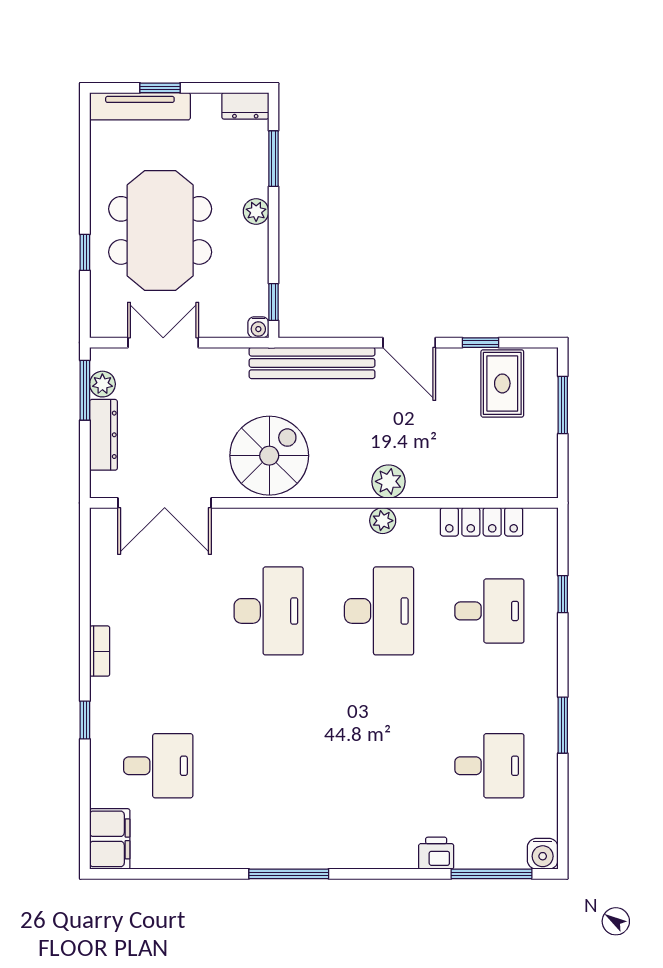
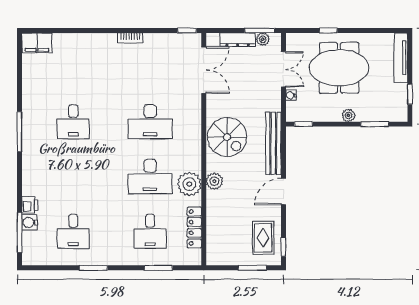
window: (160, 88) -> (410, 94), moved
dresser: (245, 106) -> (401, 110), removed
water cooler: (258, 327) -> (291, 95), moved
window: (480, 343) -> (283, 247), moved
rug: (502, 383) -> (263, 238), turned 90
spiral stairs: (269, 456) -> (227, 137), moved
double door: (165, 503) -> (204, 70), swing flipped
plant: (383, 521) -> (189, 184), width x1.88, depth x1.88
window: (563, 594) -> (158, 268), width x1.50
window: (85, 720) -> (187, 30), moved
desk: (158, 766) -> (73, 122), moved
water cooler: (543, 854) -> (30, 223), moved

